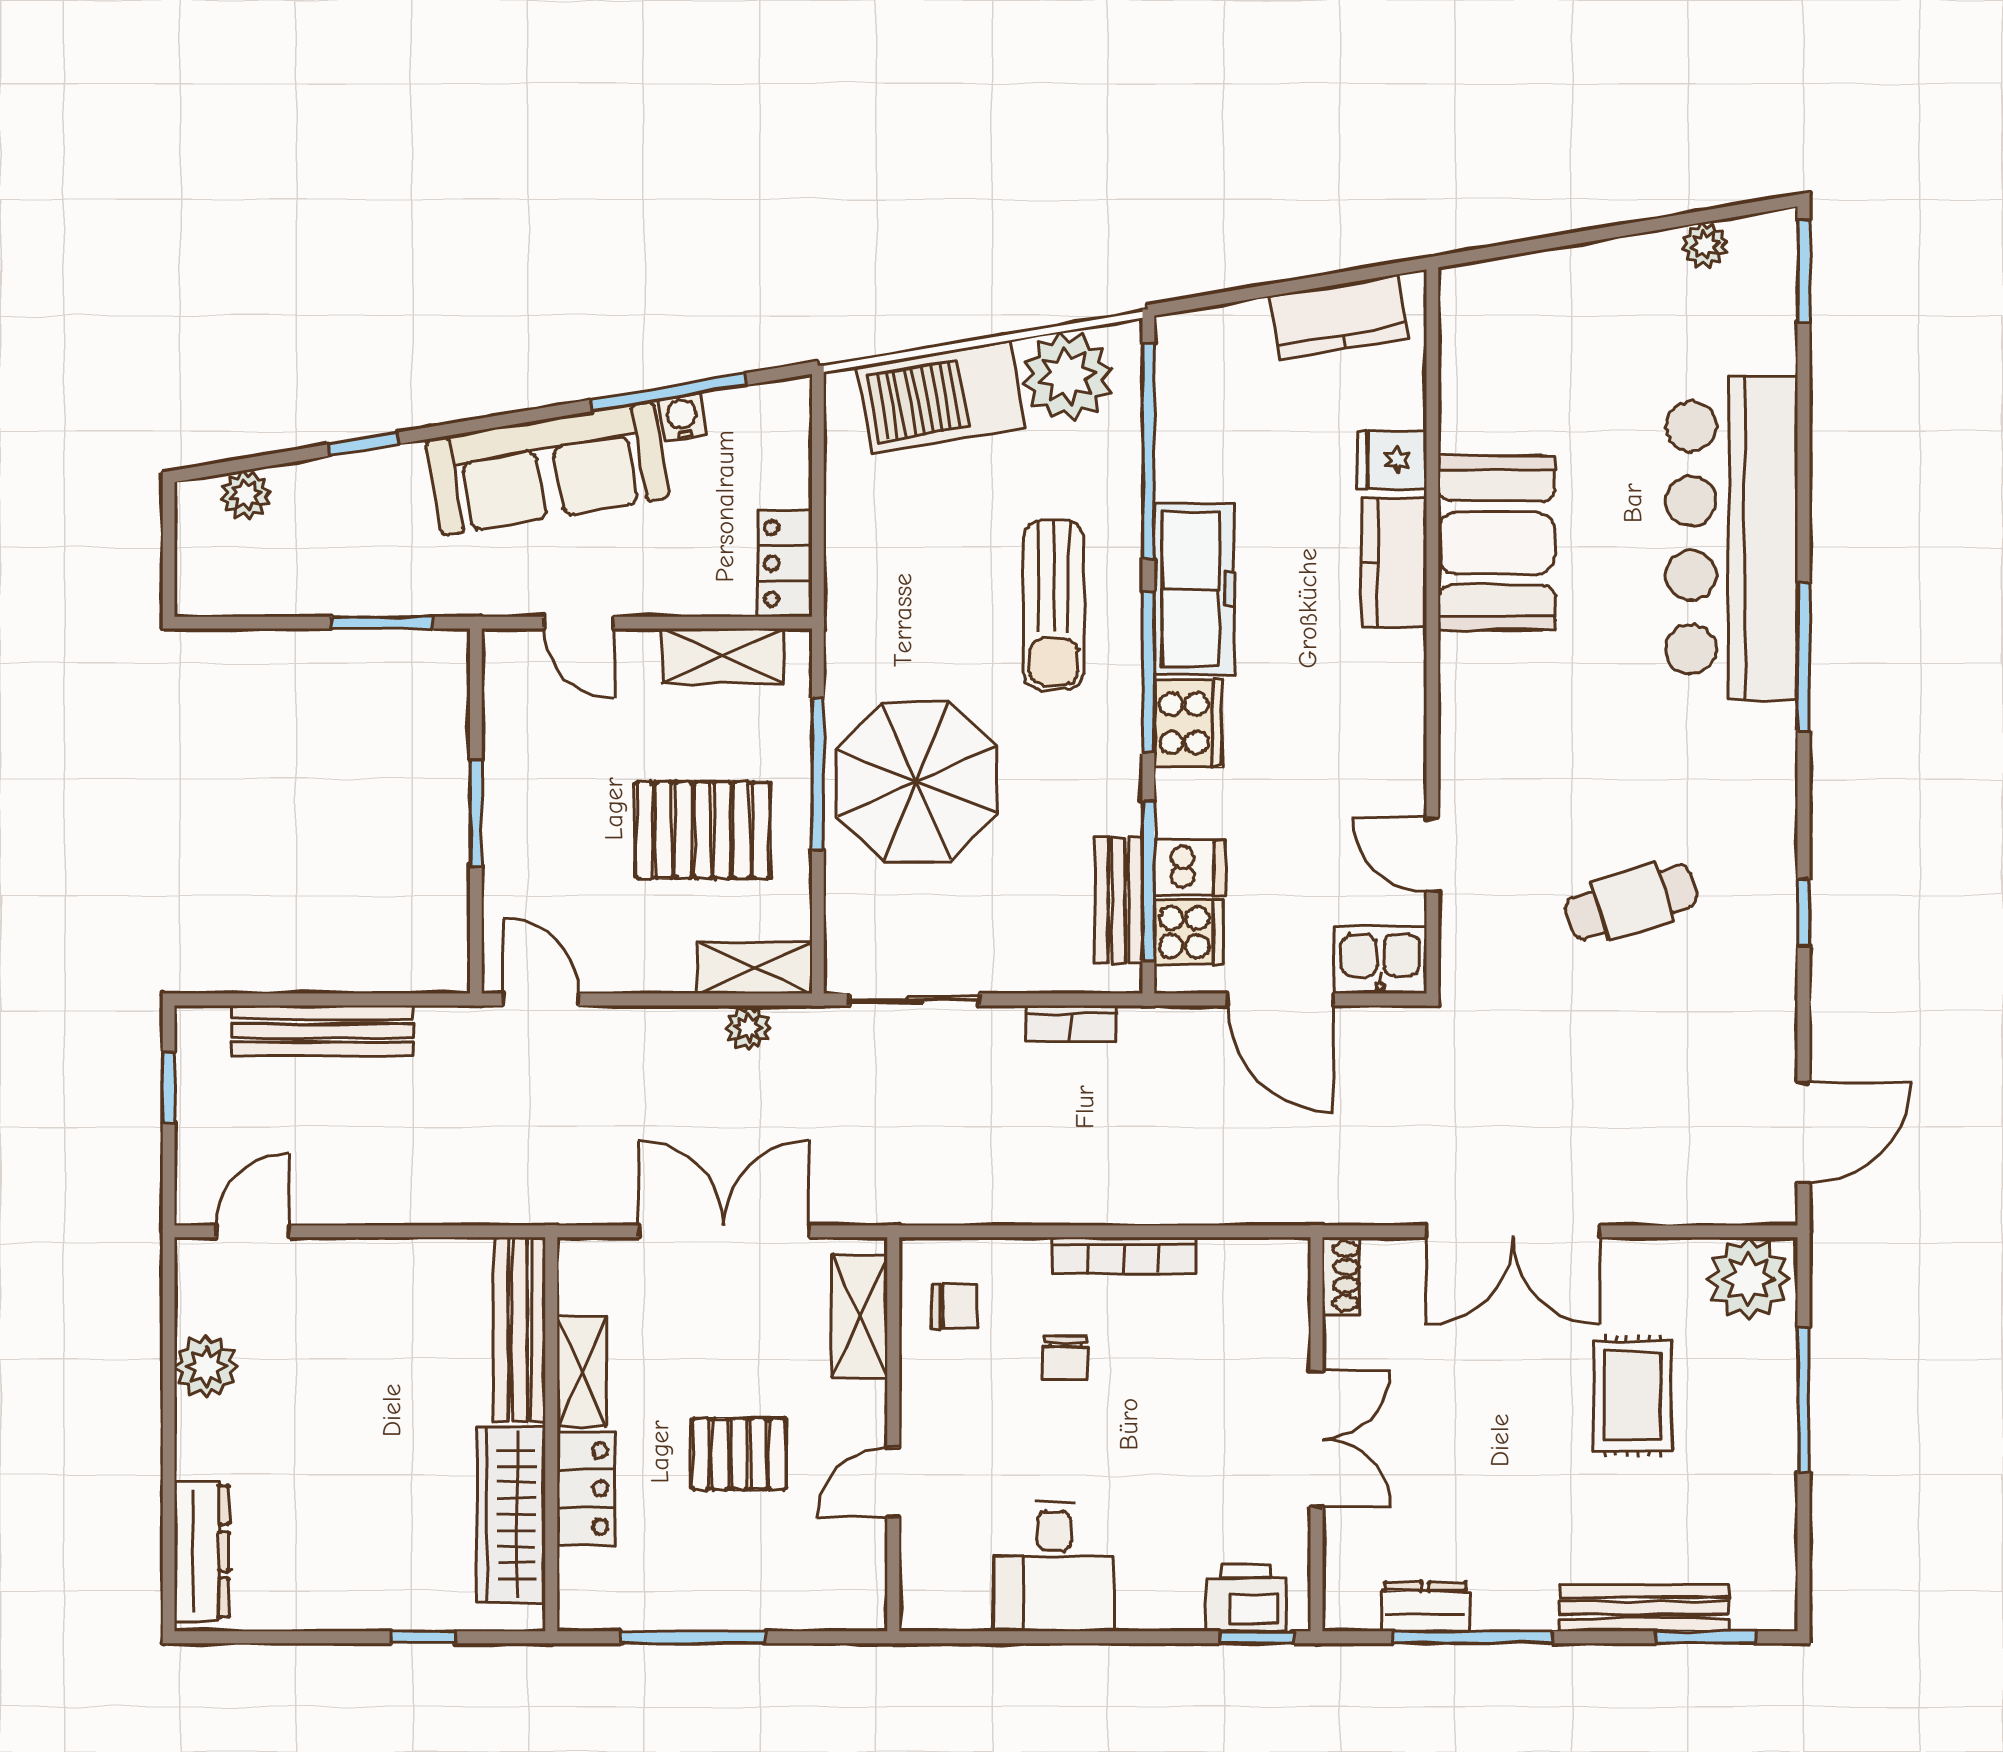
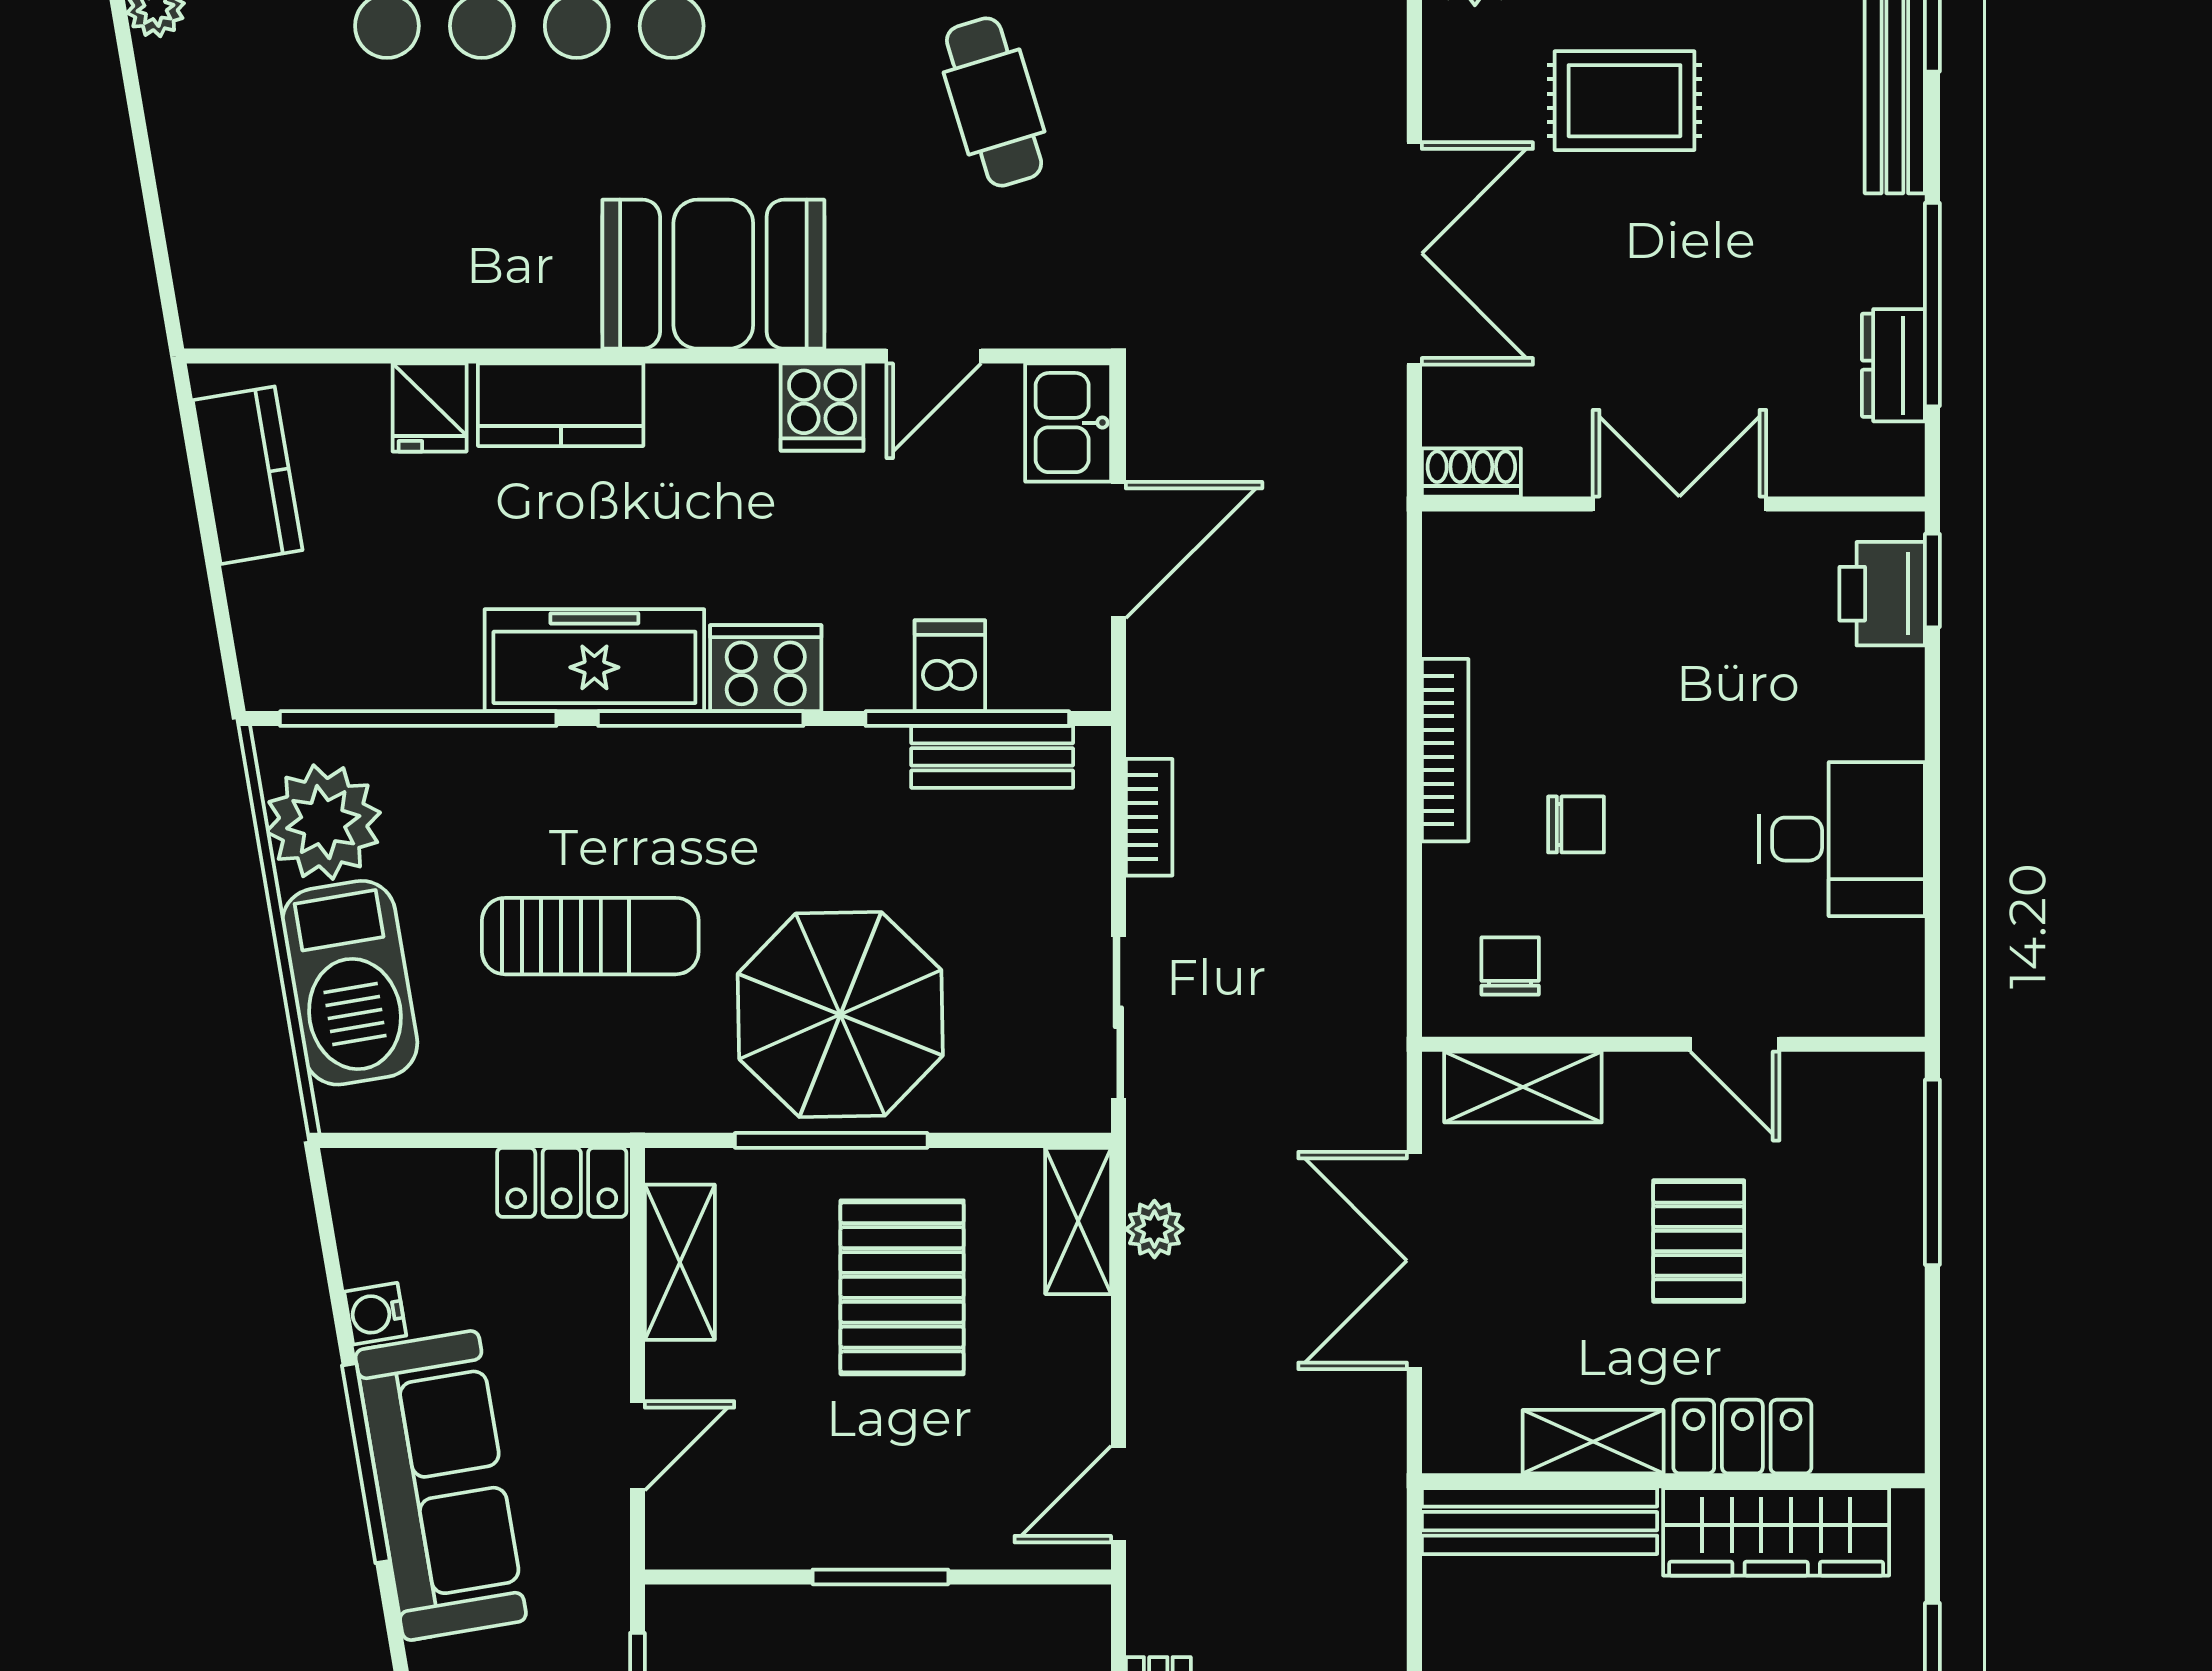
window: (668, 392) -> (366, 1463), moved
booth: (1497, 543) -> (713, 274), moved
sun lounger: (1054, 605) -> (590, 936), moved
cooker: (1188, 932) -> (822, 407), moved, turned 180
window: (693, 1637) -> (1932, 1172), moved

